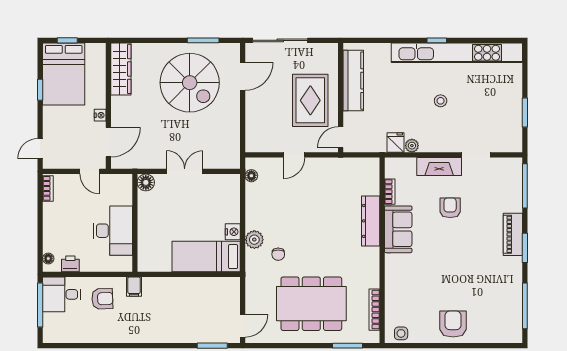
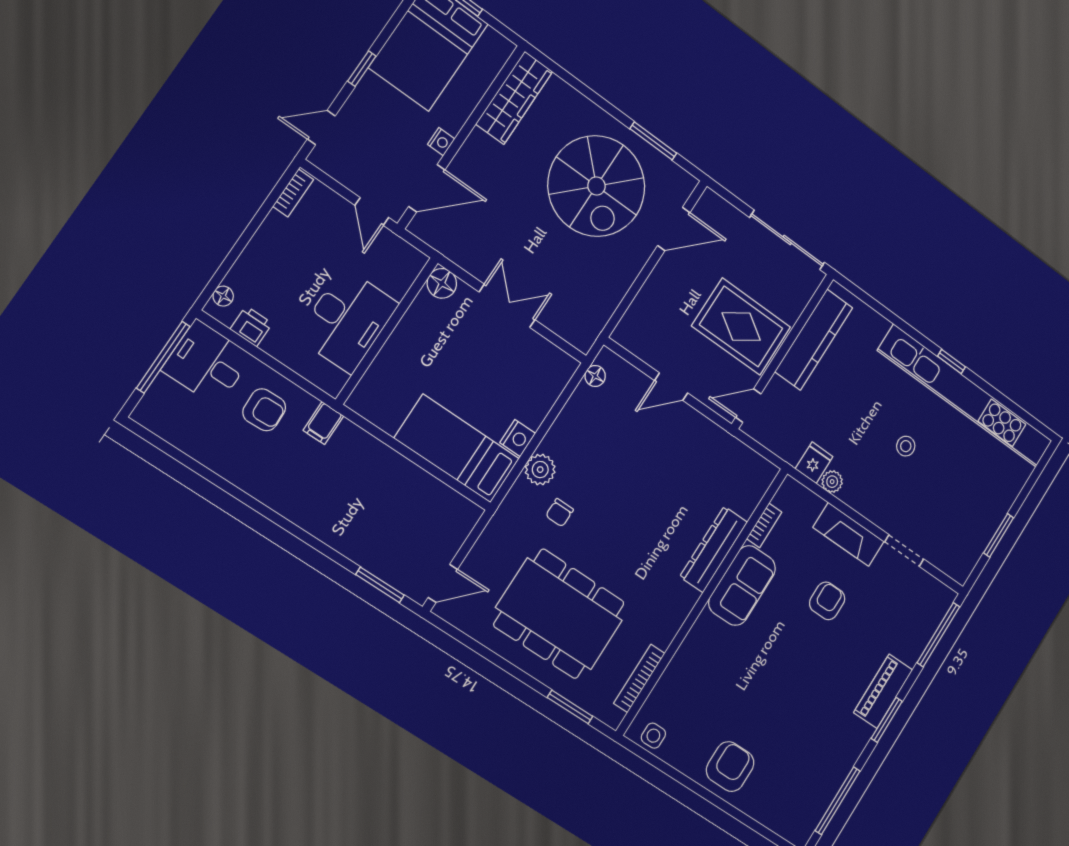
sliding door: (280, 40) -> (787, 240), moved
window: (40, 90) -> (362, 69), moved
rug: (310, 100) -> (741, 327), turned 90

